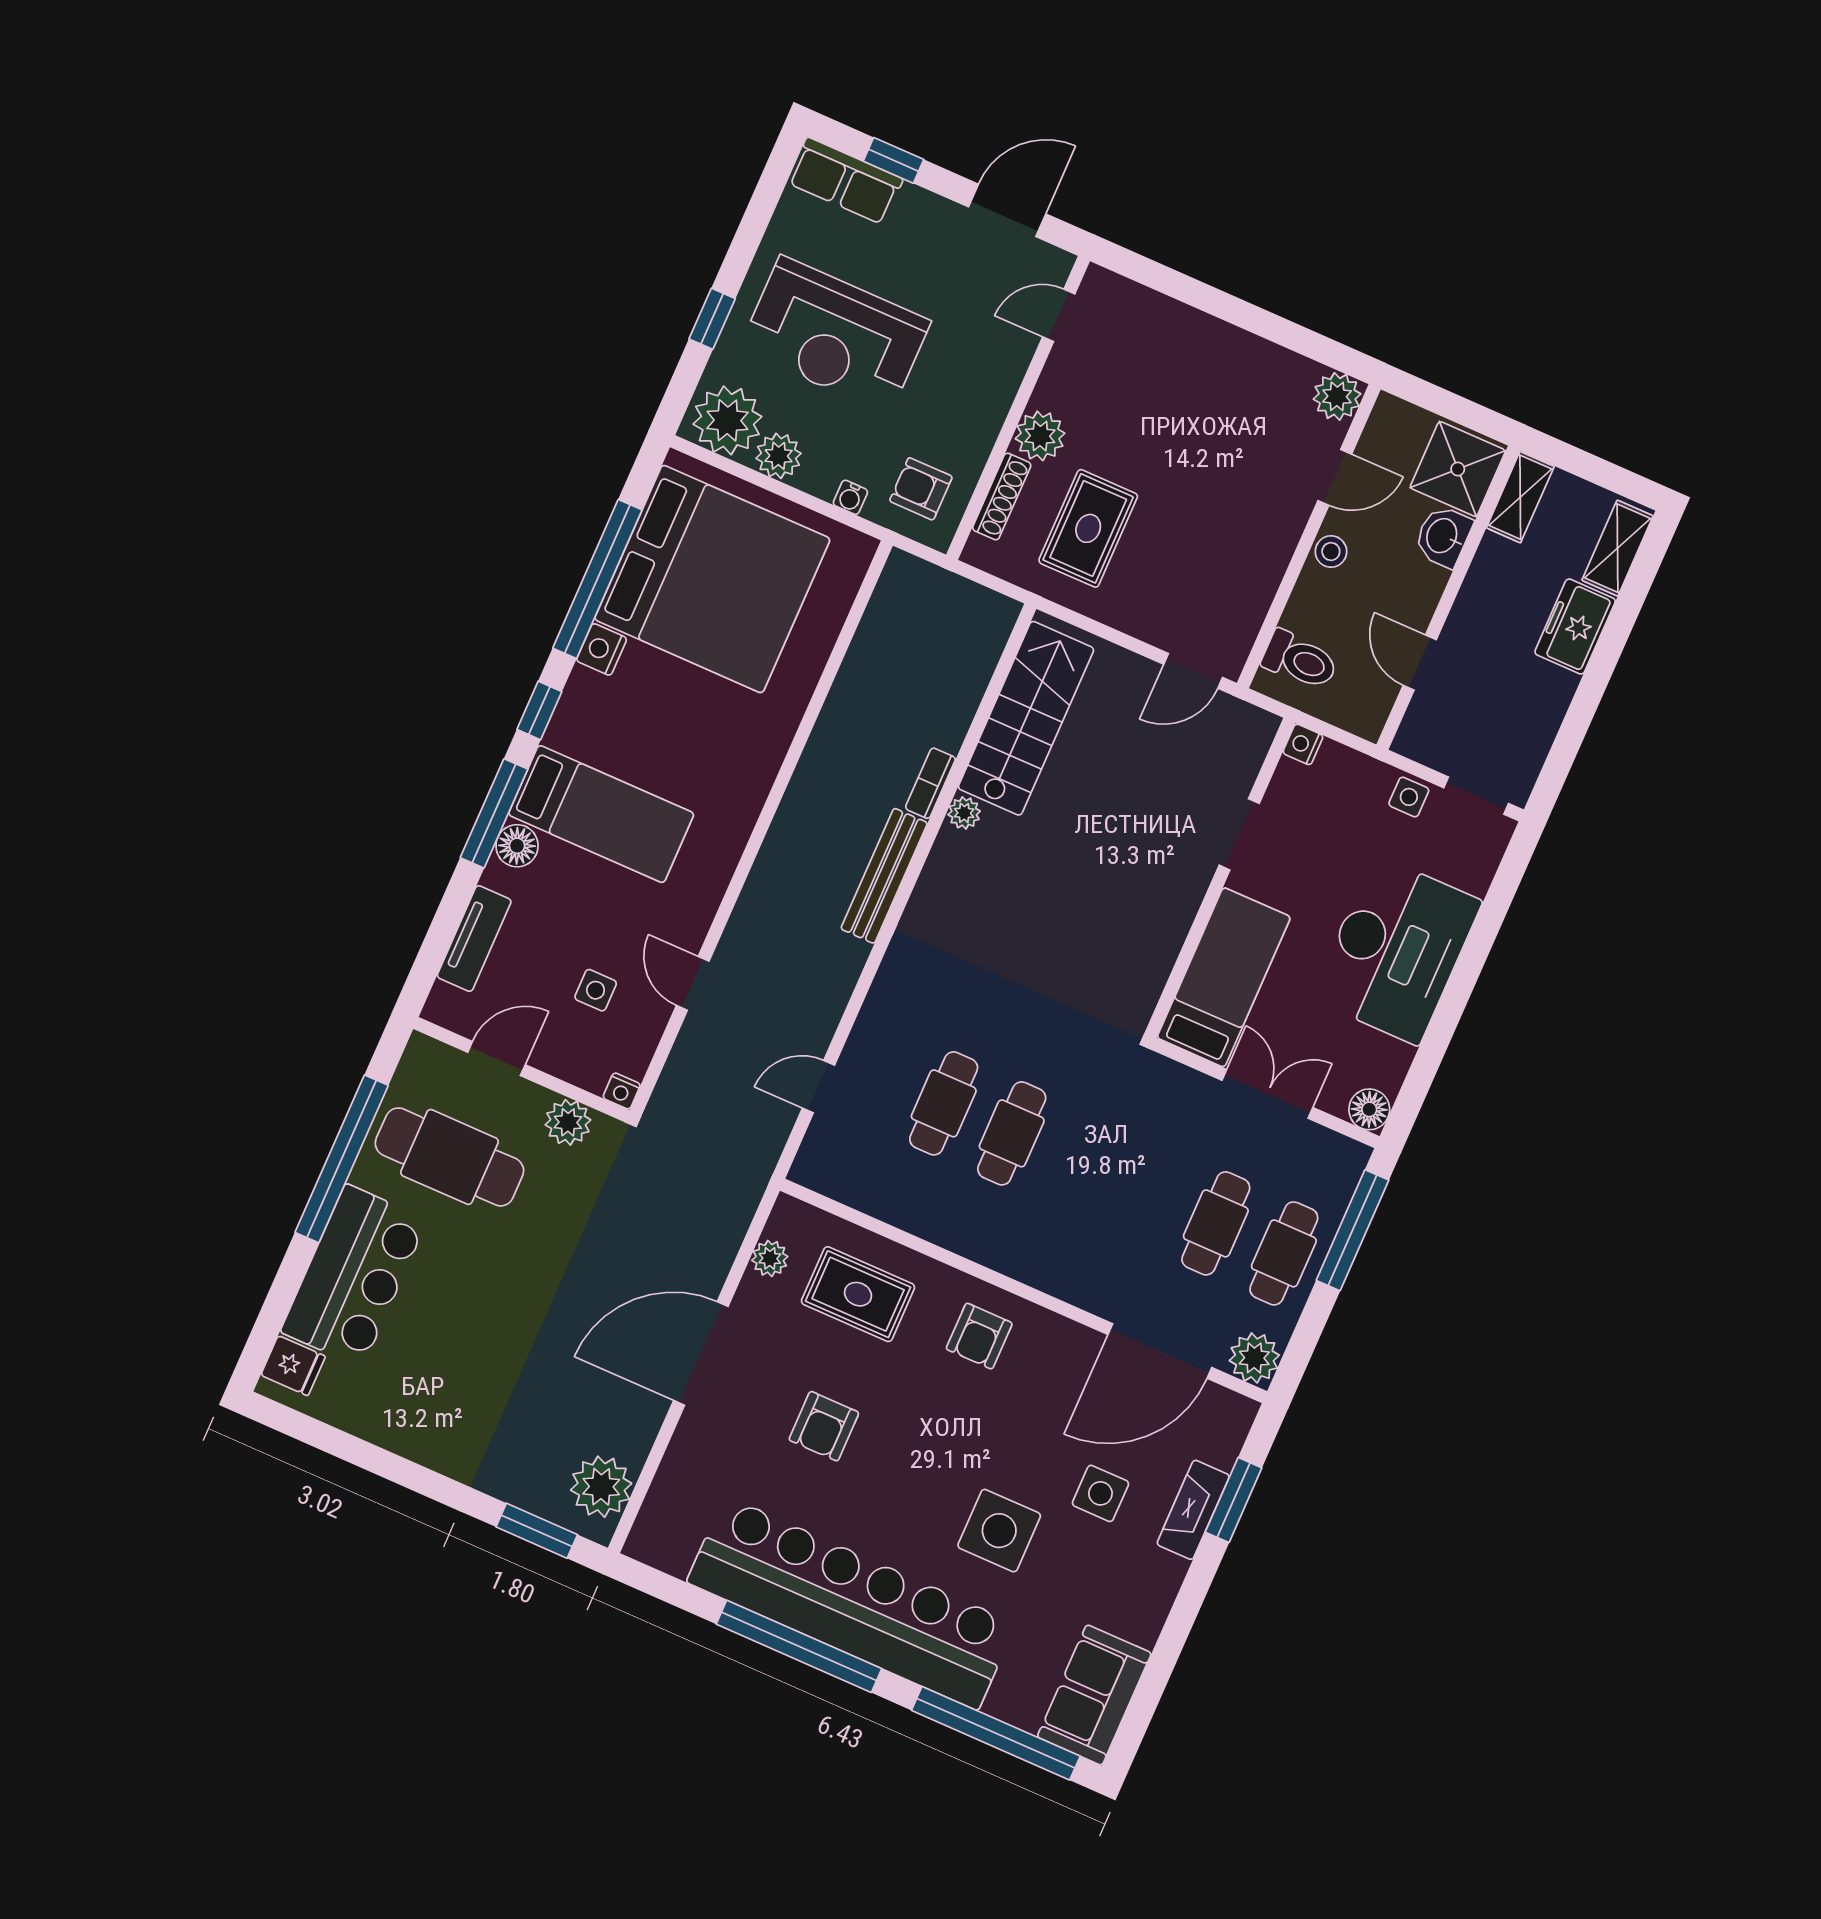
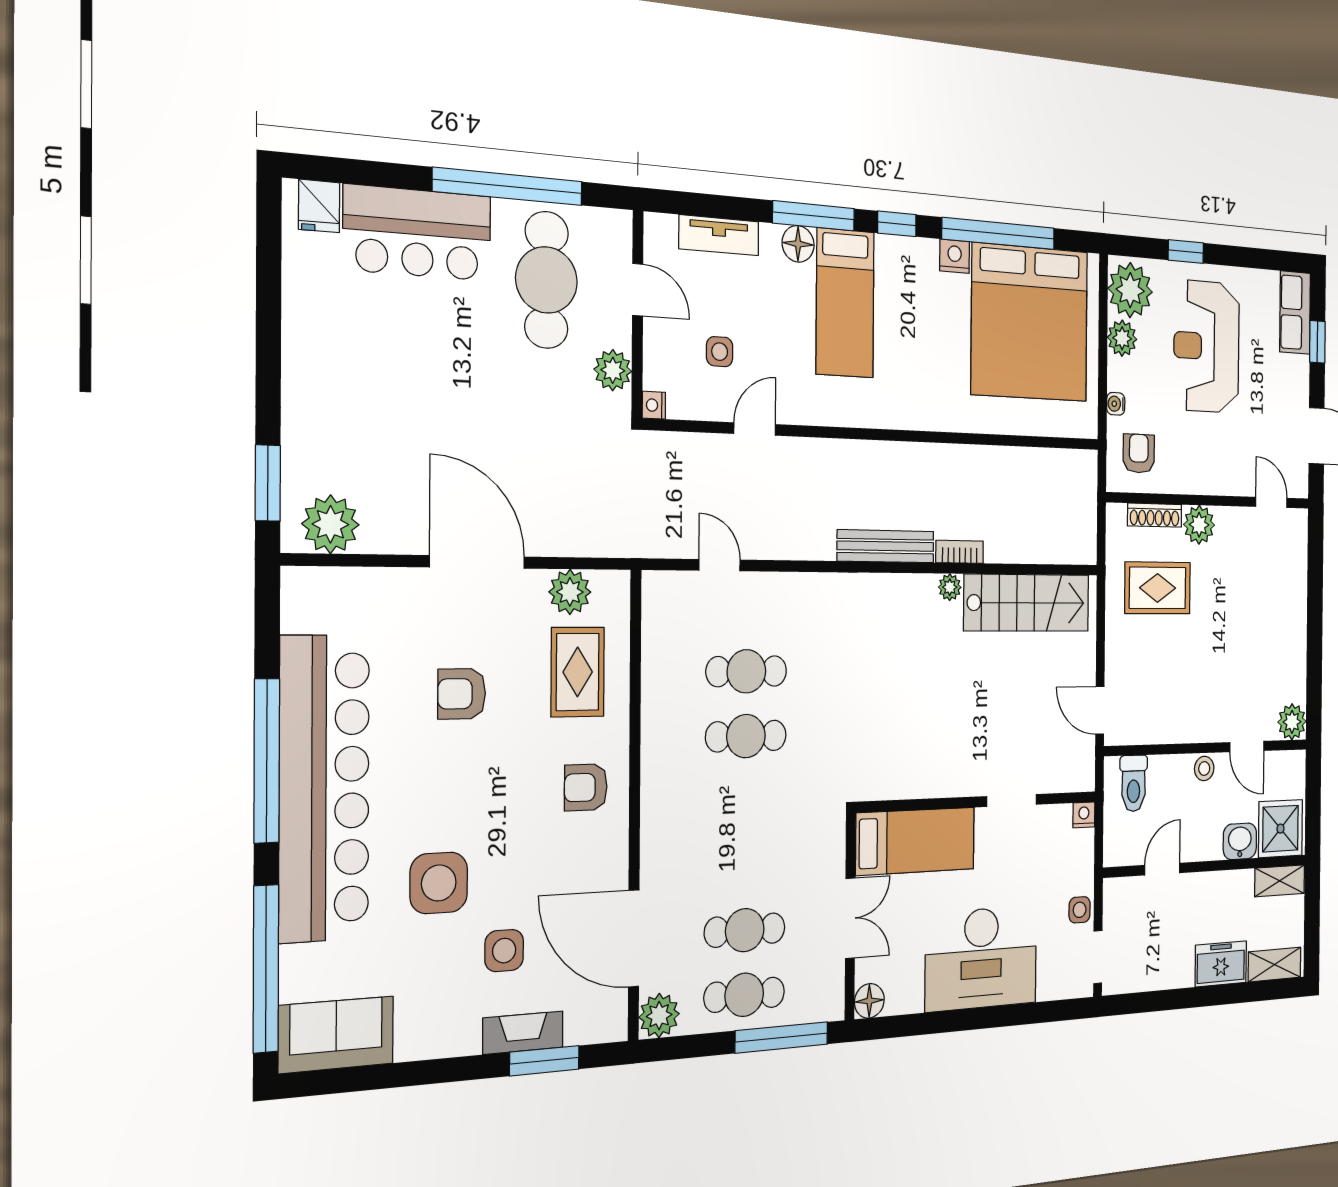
plant: (770, 1258) -> (570, 592), width x1.38, depth x1.38

